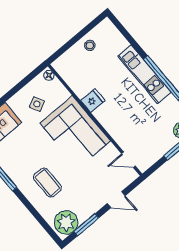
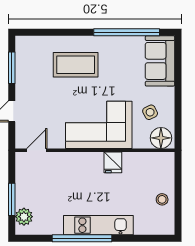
floor lamp: (49, 75) -> (161, 138), width x1.89, depth x1.89
coffee table: (47, 183) -> (76, 65), width x1.36, depth x1.32
plant: (66, 222) -> (28, 52), removed

